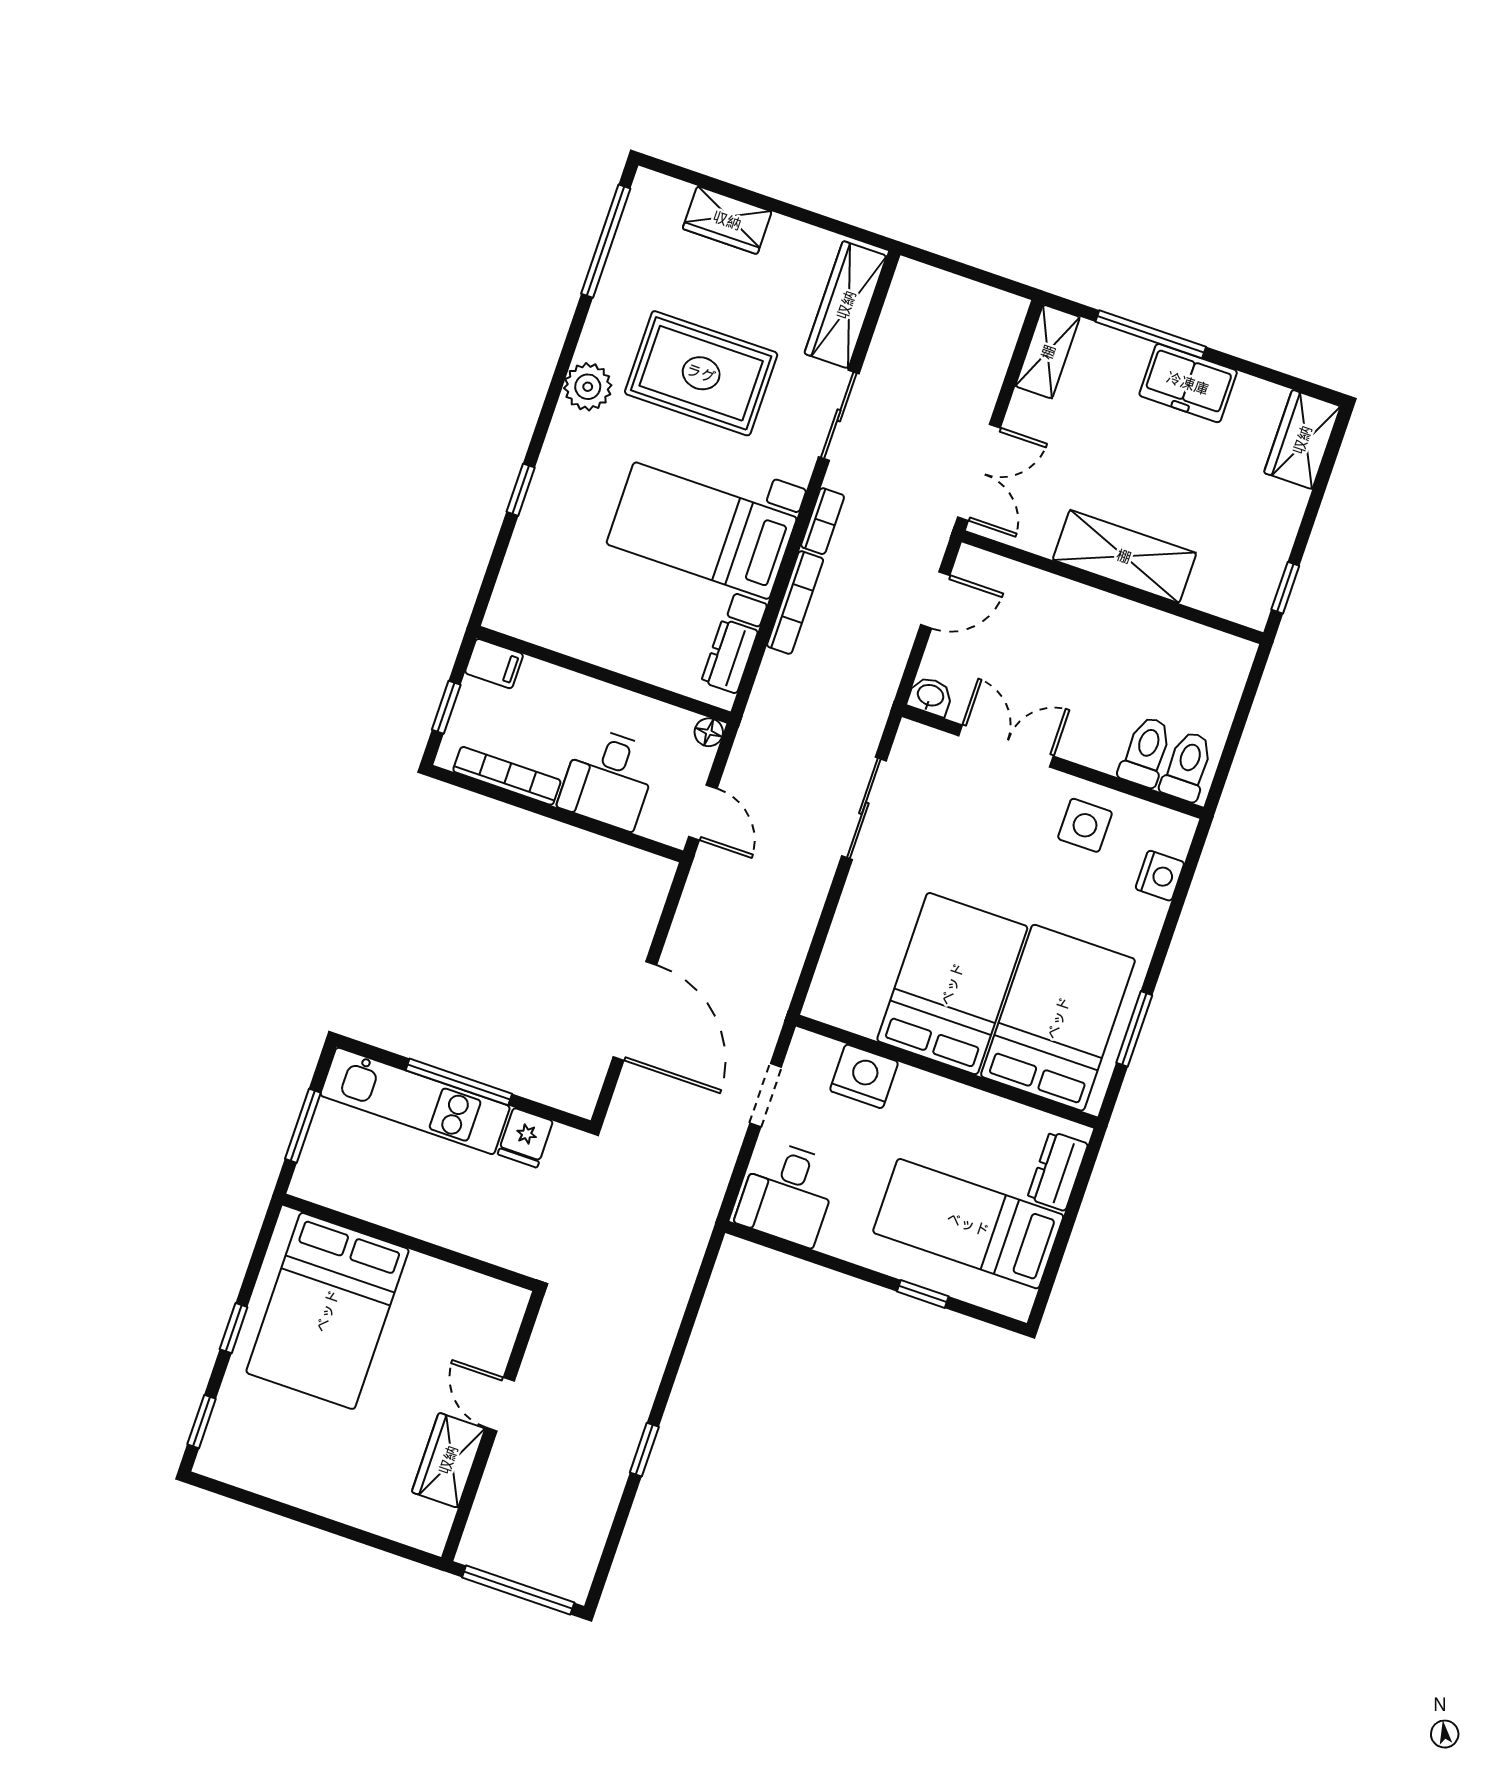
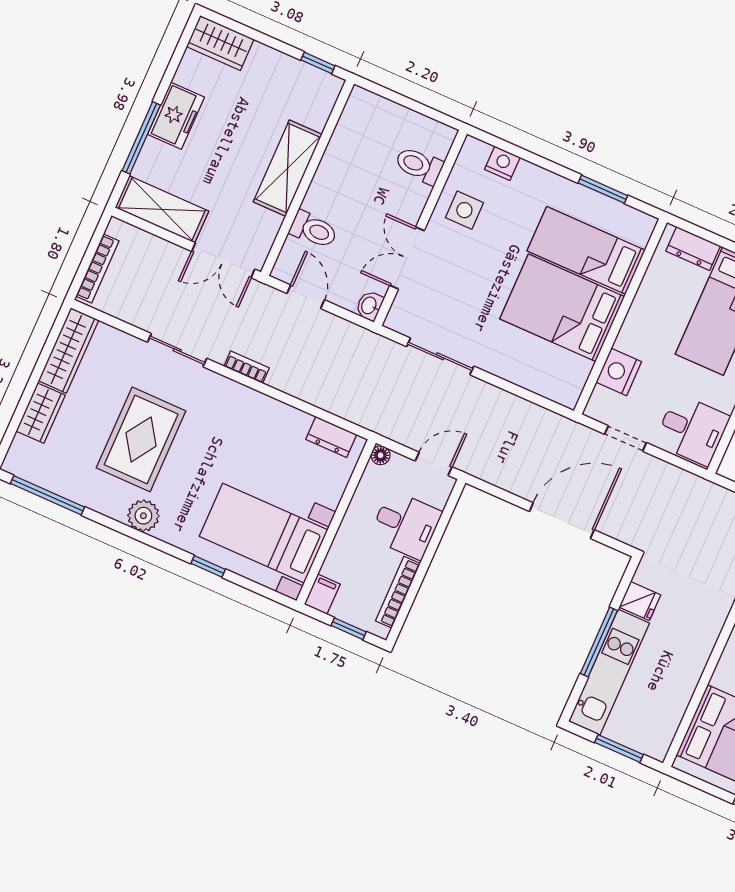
wardrobe: (846, 305) -> (69, 350), moved, turned -90
shelving: (1048, 352) -> (162, 209), width x1.50, depth x1.33
double door: (979, 472) -> (223, 260), swing flipped
bed with nightstands: (702, 531) -> (264, 533), moved, turned 90
bookcase: (795, 603) -> (97, 268), moved, turned 90
toilet: (1187, 766) -> (313, 230), moved, turned 180
bed: (1058, 1018) -> (586, 250), width x0.67

